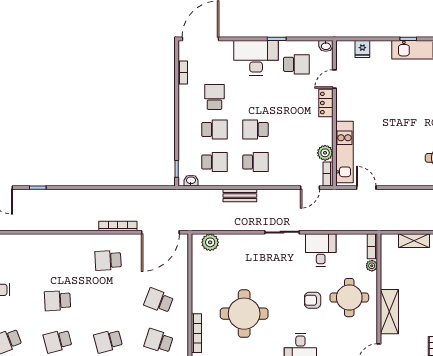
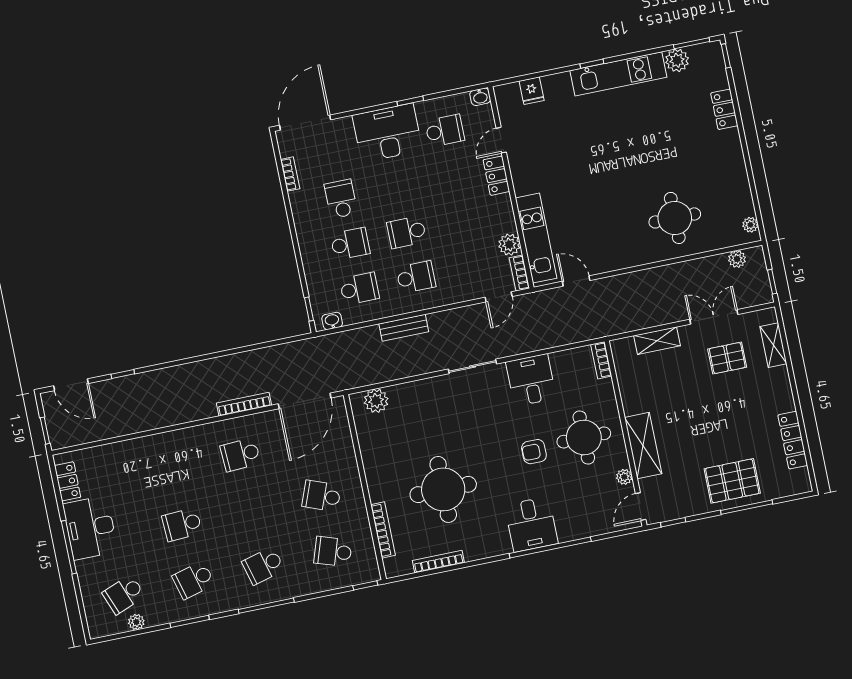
plant: (372, 266) -> (624, 477), moved

